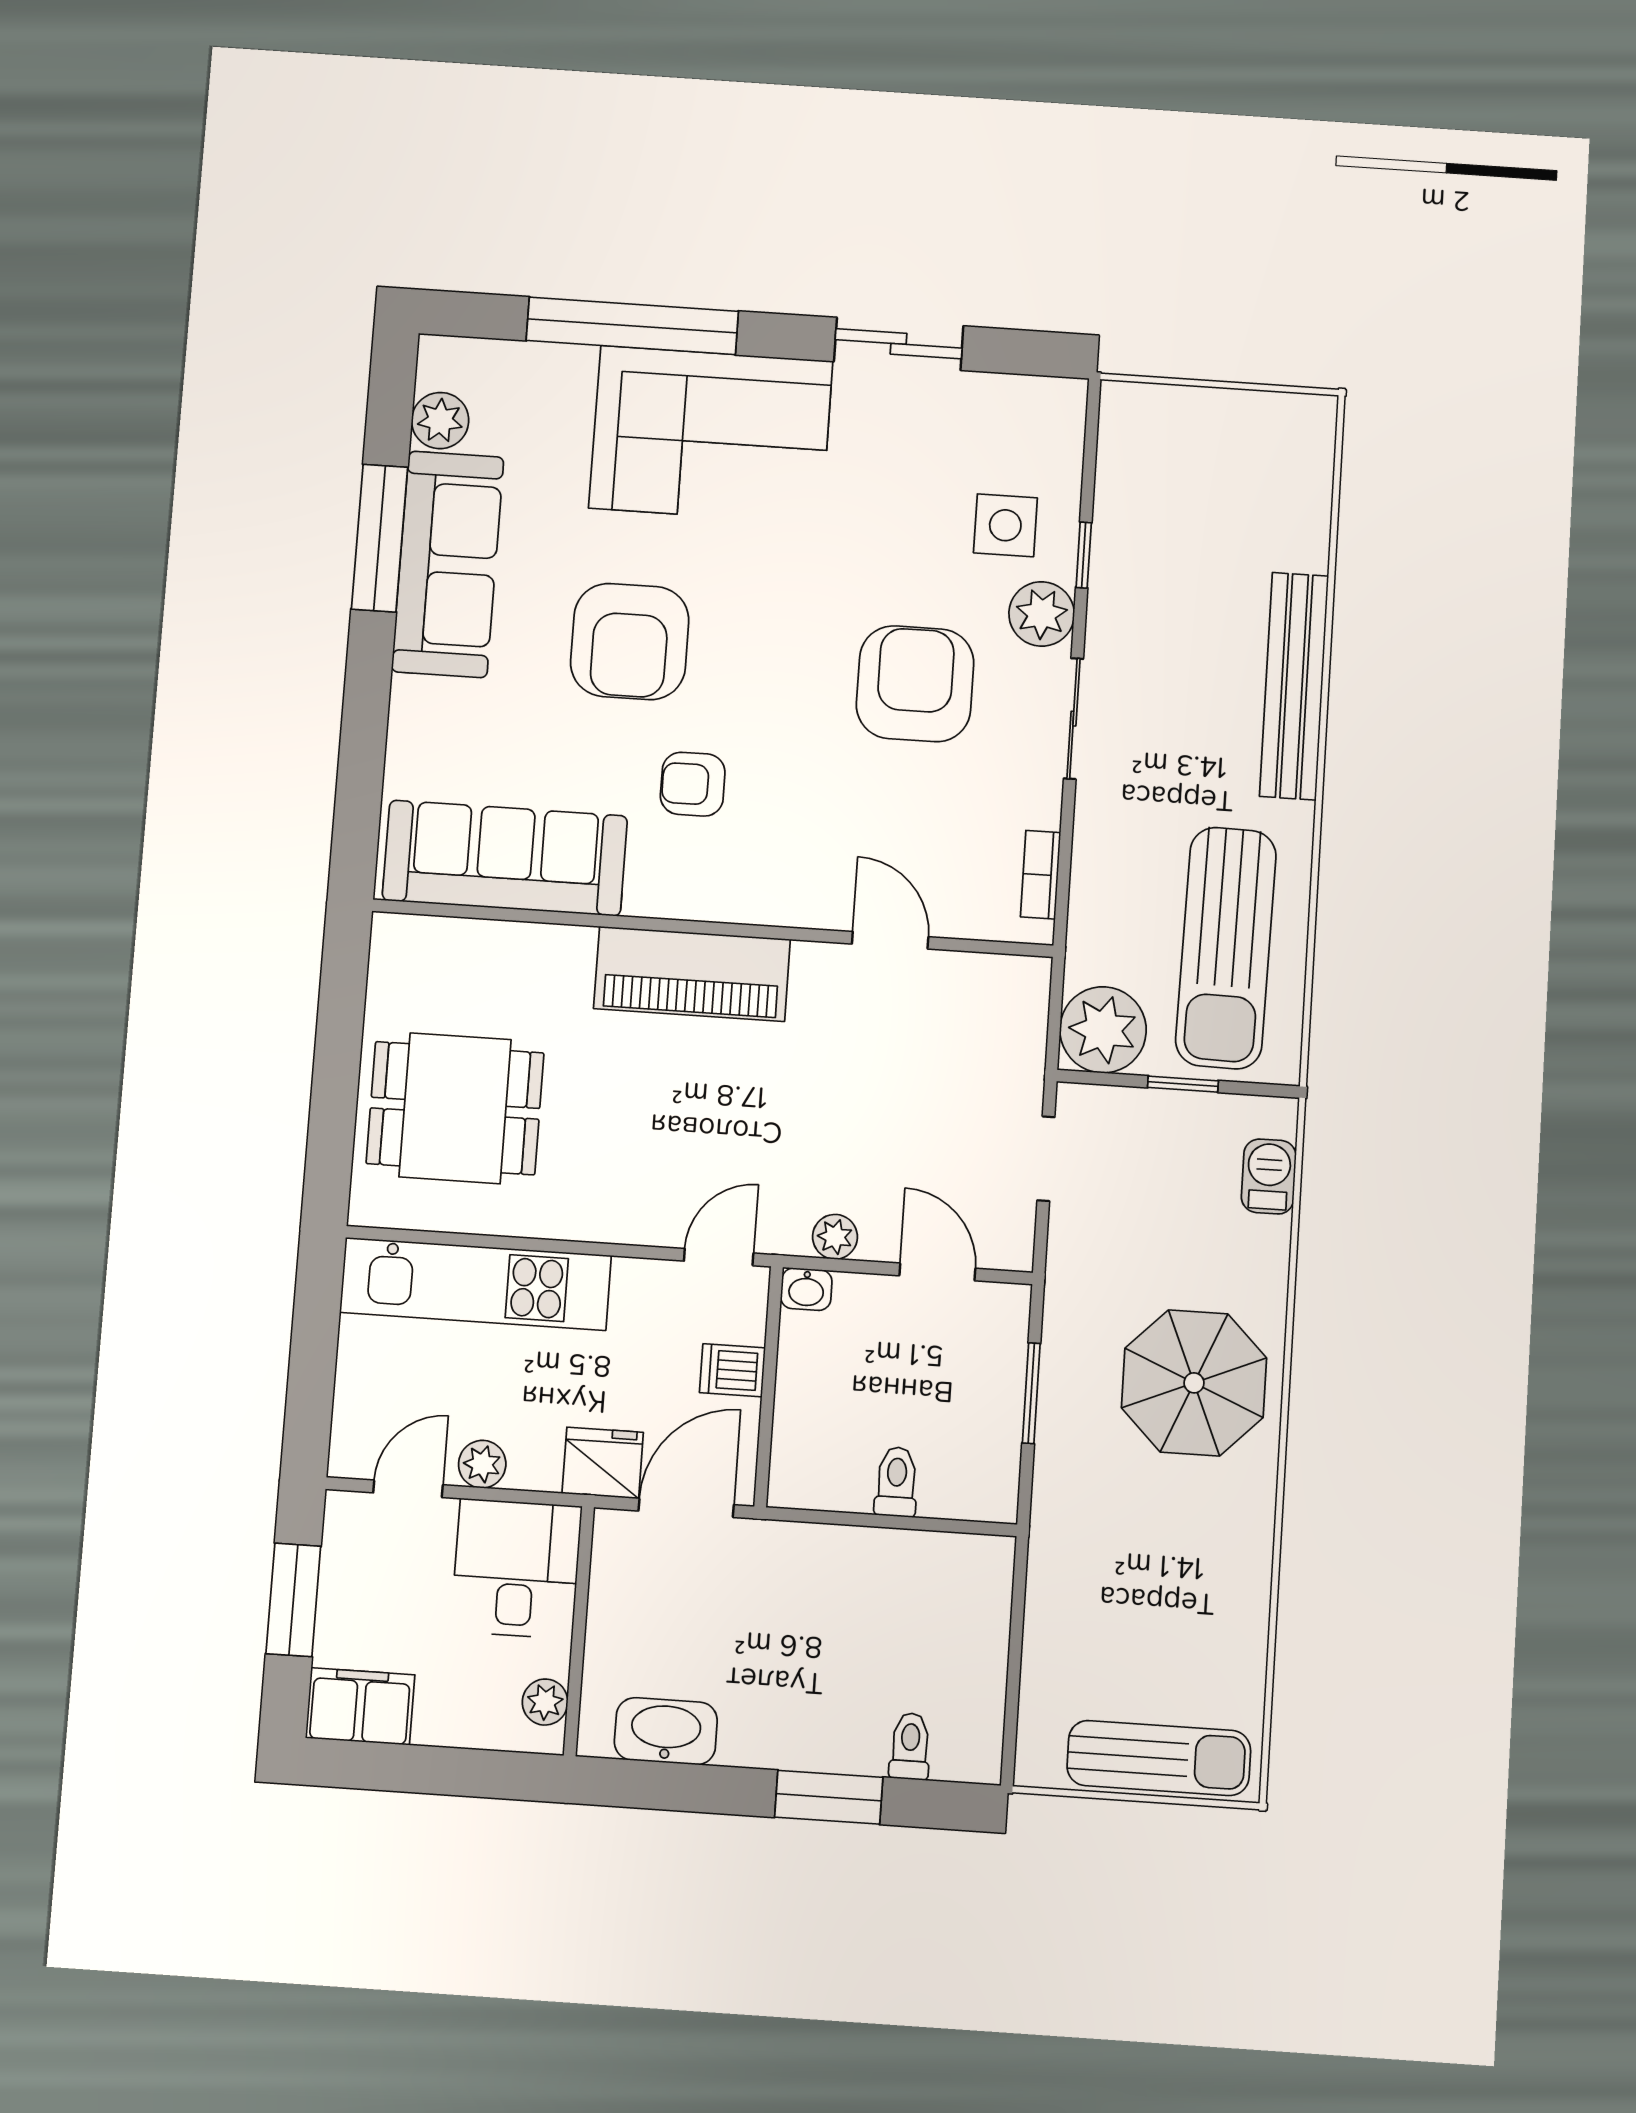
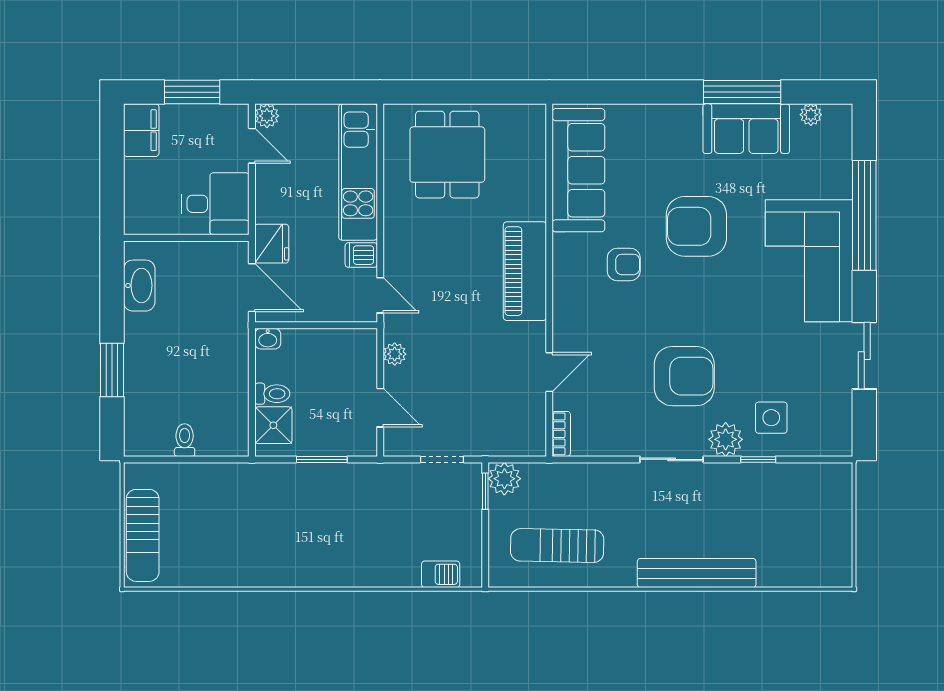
plant: (440, 421) -> (811, 115), width x0.73, depth x0.73
sofa: (448, 564) -> (746, 129), width x0.73
armchair: (693, 784) -> (624, 264), turned 90
bookcase: (1041, 875) -> (561, 434), moved, turned 90
sun lounger: (1226, 948) -> (557, 546), width x0.73, depth x0.75
plant: (1103, 1030) -> (504, 479), width x0.73, depth x0.73
window: (1183, 1084) -> (485, 491), moved
door: (937, 1272) -> (380, 408), hinge flipped
washbasin: (806, 1289) -> (268, 339), moved, turned -90
dishwasher: (733, 1370) -> (361, 255), moved, turned -90
parasol: (1194, 1383) -> (333, 542), removed
plant: (482, 1464) -> (267, 116), moved
shower: (958, 1484) -> (273, 425), added
plant: (545, 1702) -> (150, 223), removed
toilet: (910, 1746) -> (185, 440), moved, turned -90

